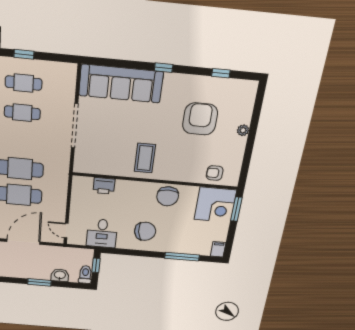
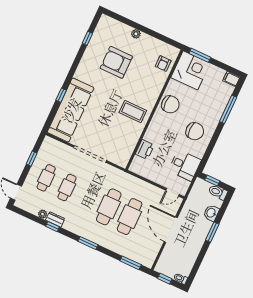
window: (24, 54) -> (32, 159), moved
window: (164, 68) -> (61, 95), moved
chair: (145, 231) -> (195, 131), turned 98

